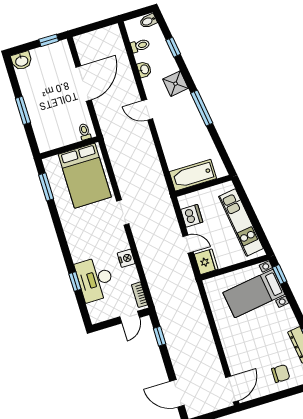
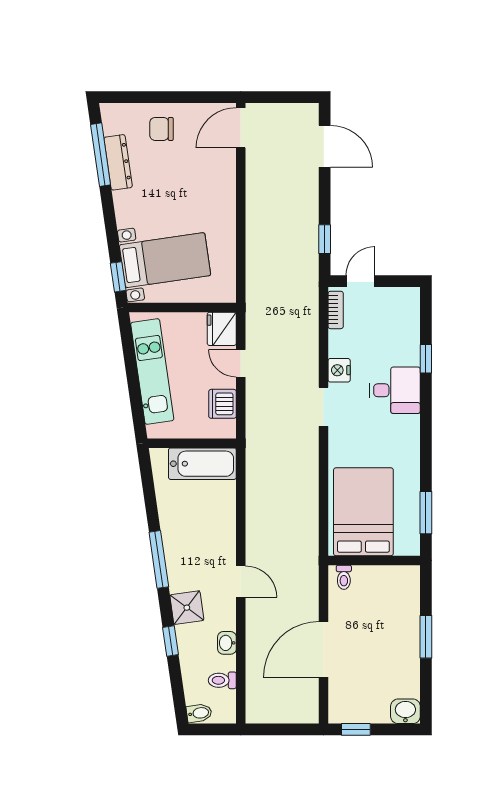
window: (173, 47) -> (171, 641), moved
doorway: (123, 212) -> (324, 407), moved
desk: (95, 279) -> (395, 390), moved, width x0.73

